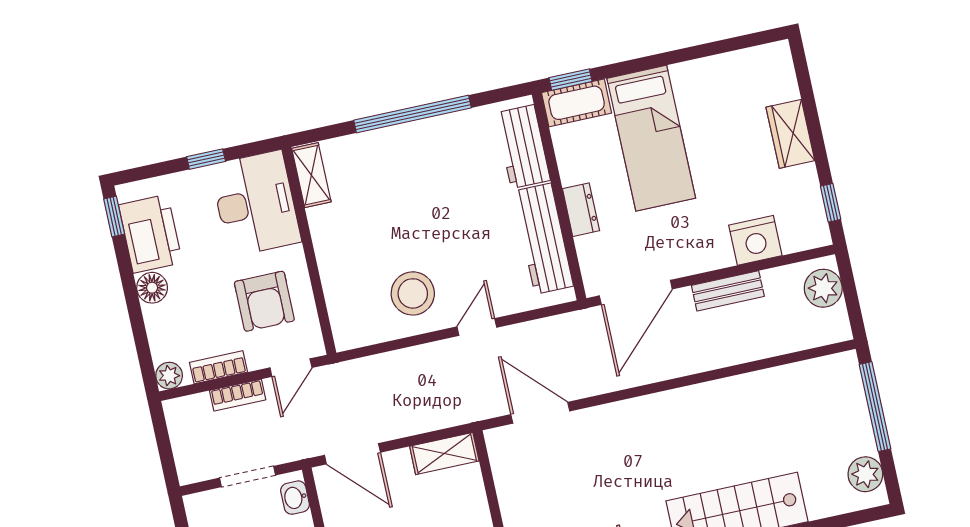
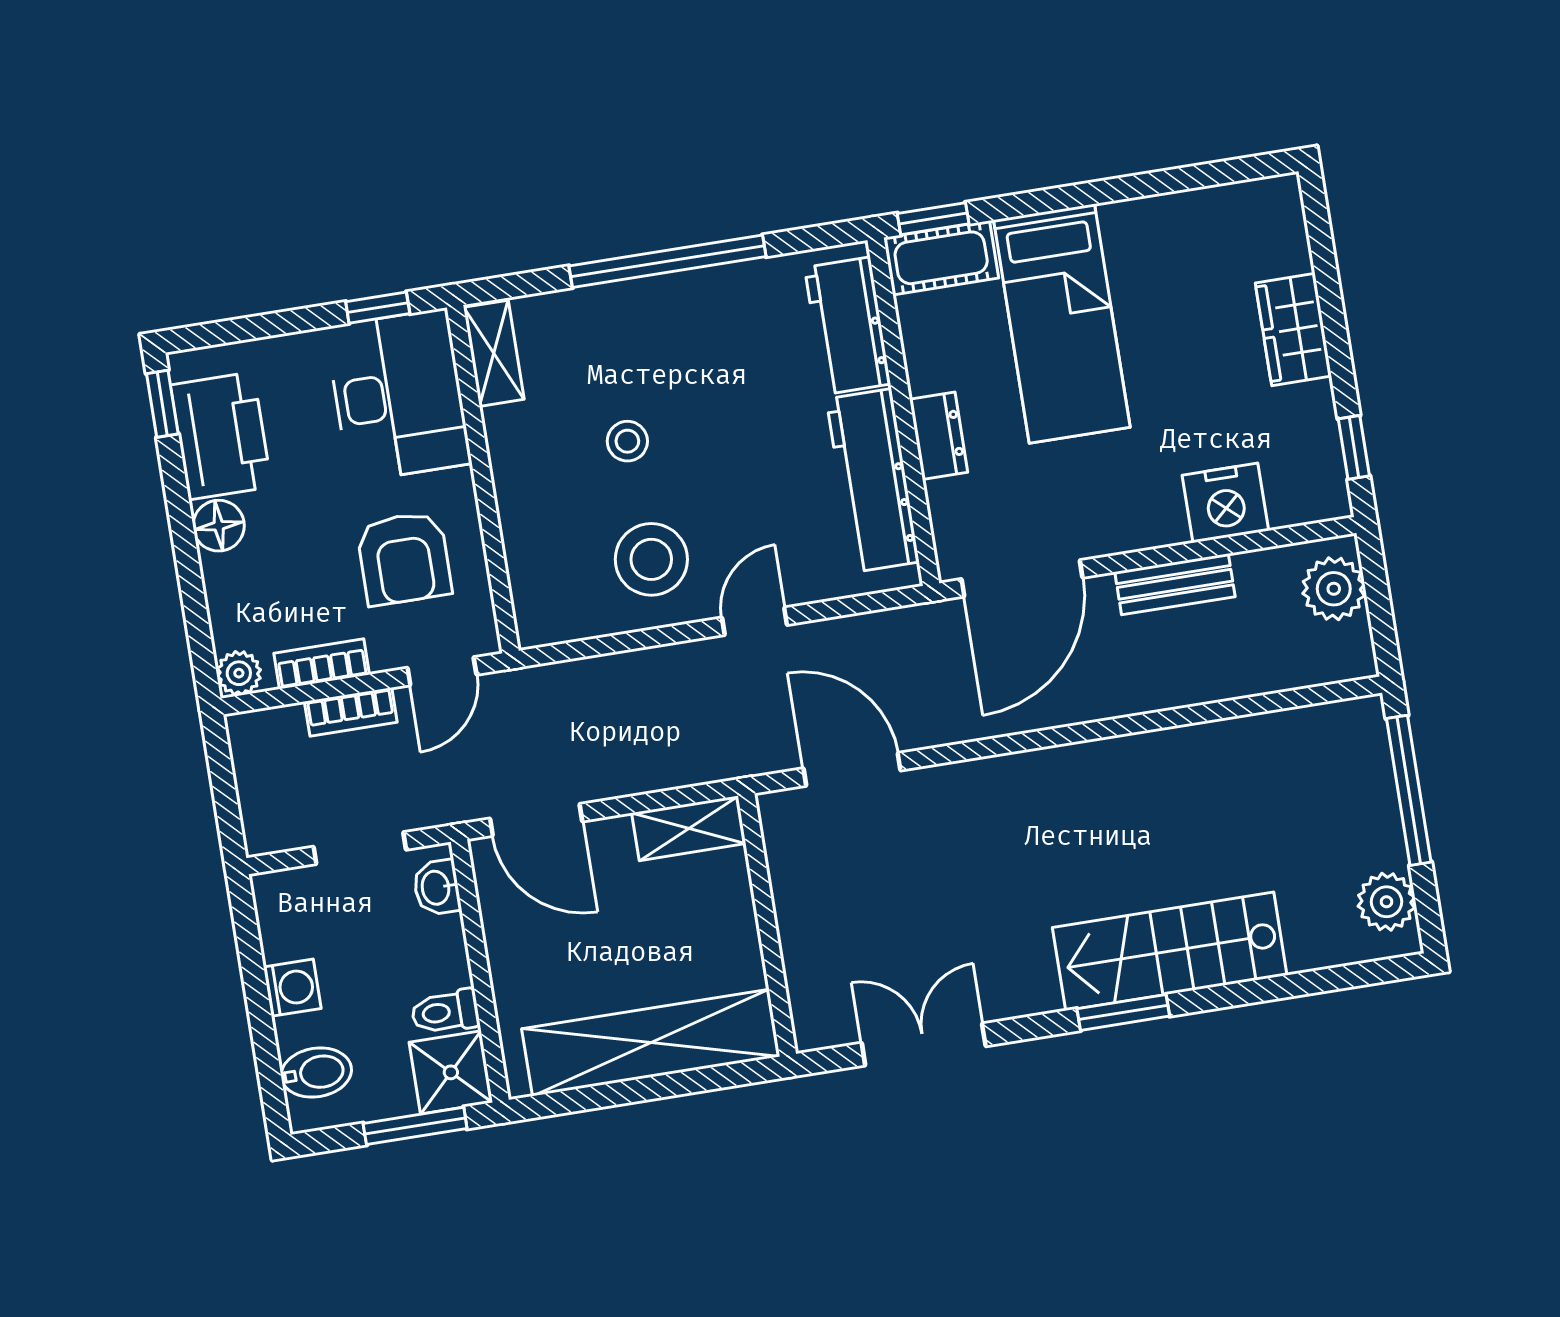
window: (206, 159) -> (378, 308), moved
stool: (394, 223) -> (627, 441), added

